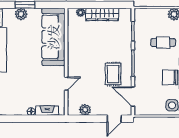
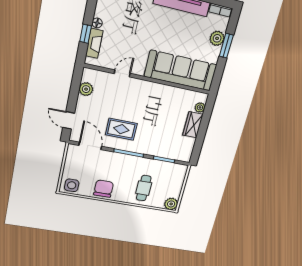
wardrobe: (102, 14) -> (193, 125), width x0.67
door: (66, 84) -> (122, 73), swing flipped
door: (133, 97) -> (90, 146), hinge flipped
window: (41, 119) -> (86, 34), added

